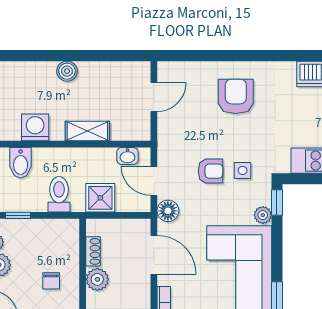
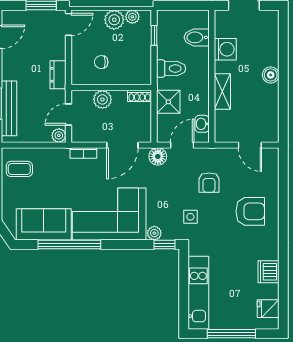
armchair: (210, 171) -> (209, 183), moved
shoe rack: (93, 251) -> (140, 96), moved

